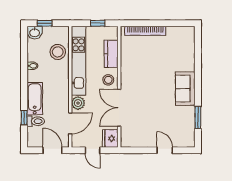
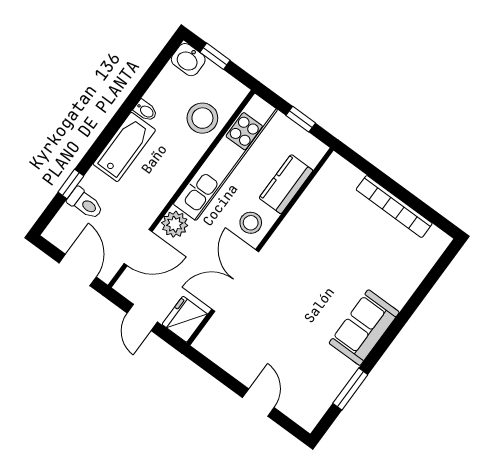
bookcase: (145, 31) -> (394, 207), moved
bathtub: (35, 99) -> (124, 147), moved

